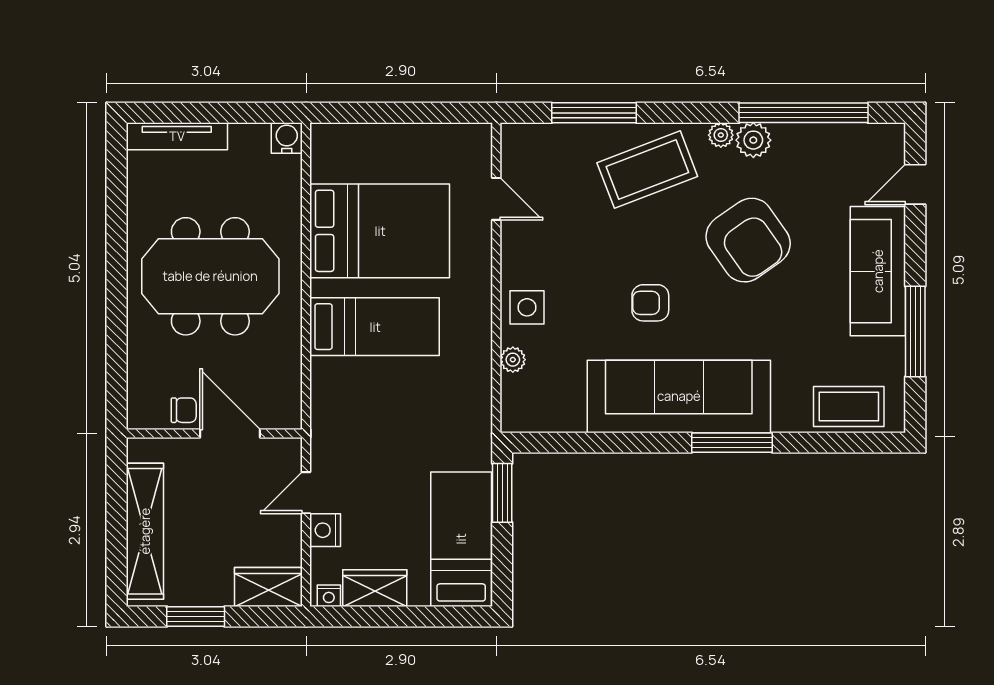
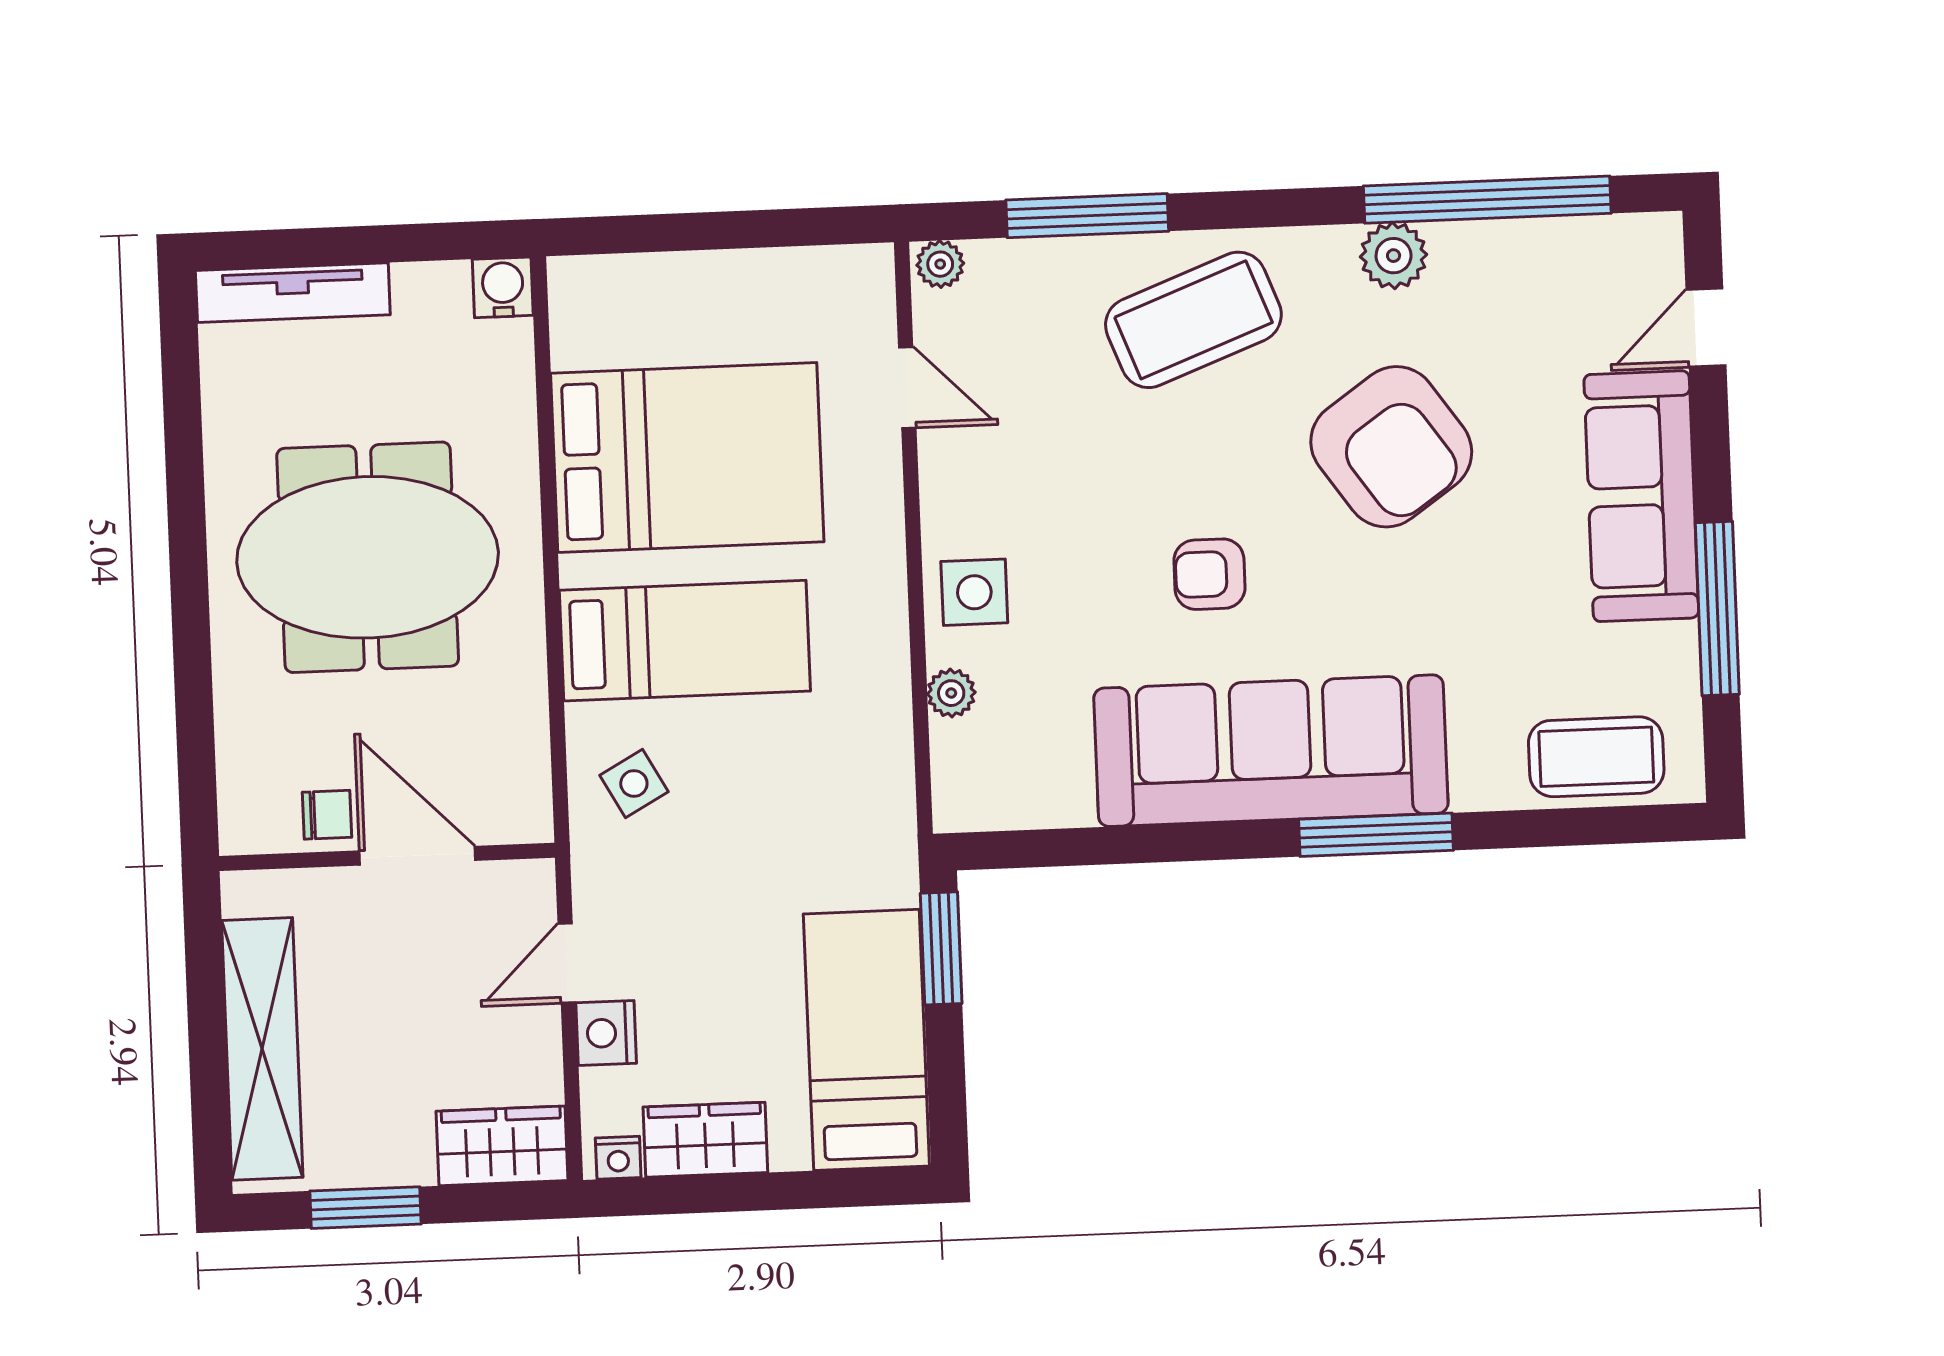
plant: (721, 135) -> (940, 264), moved
side table: (345, 400) -> (634, 783), added

